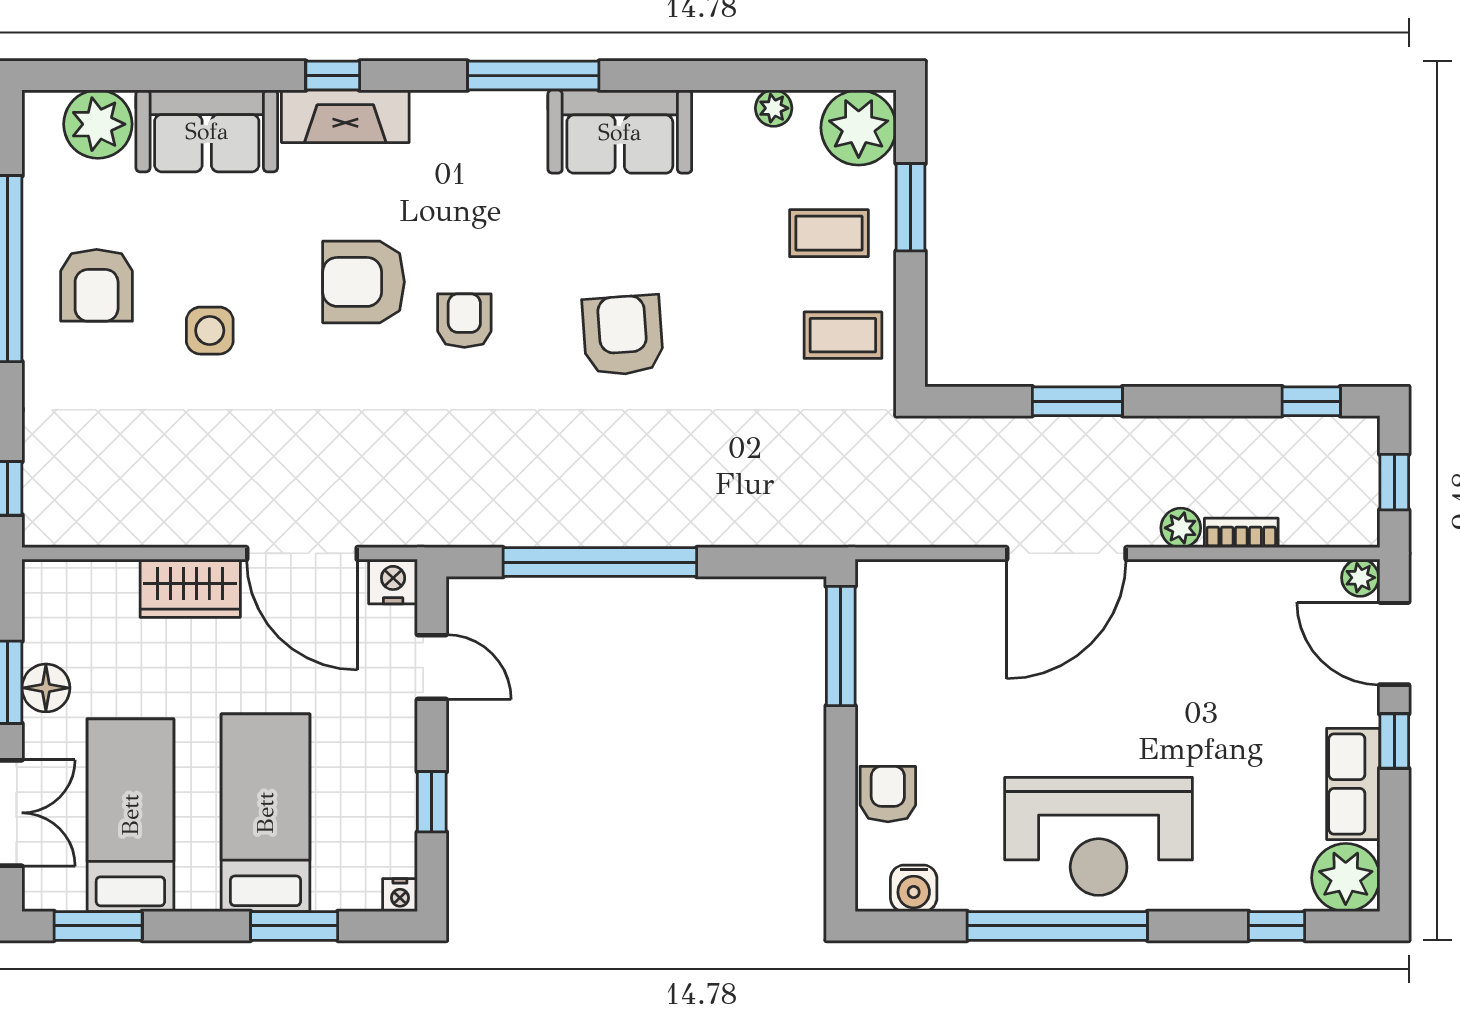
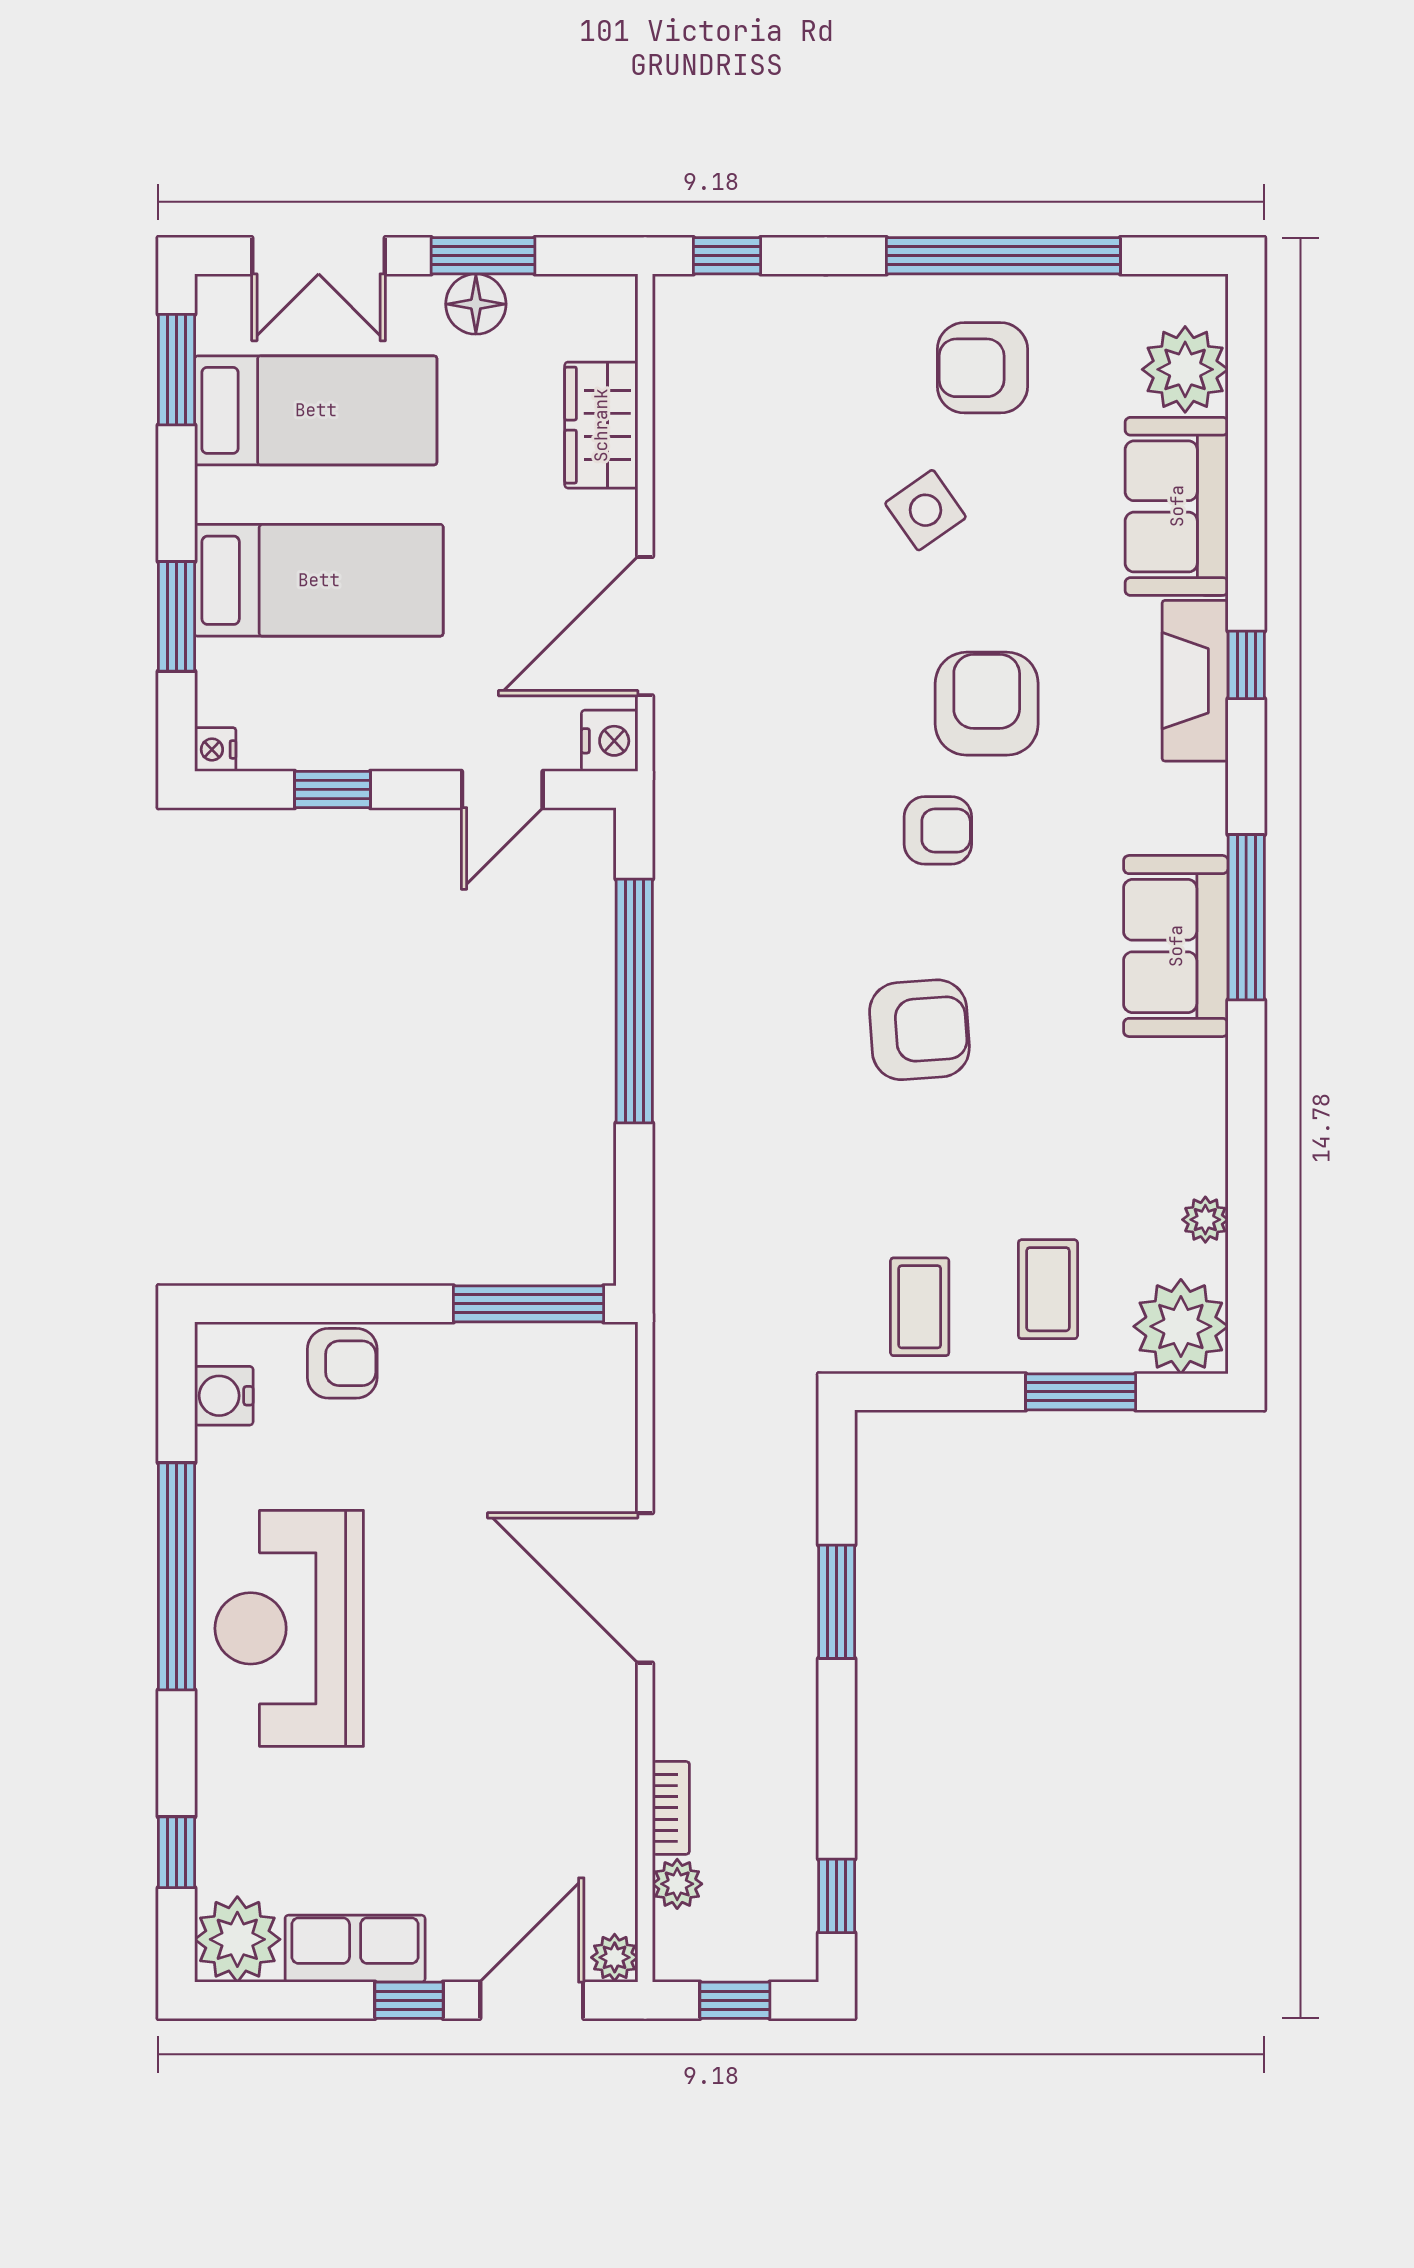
sofa: (620, 132) -> (1176, 946), moved
side table: (210, 331) -> (925, 510), turned -35
plant: (1181, 528) -> (677, 1884), moved
wardrobe: (190, 588) -> (601, 425), moved

